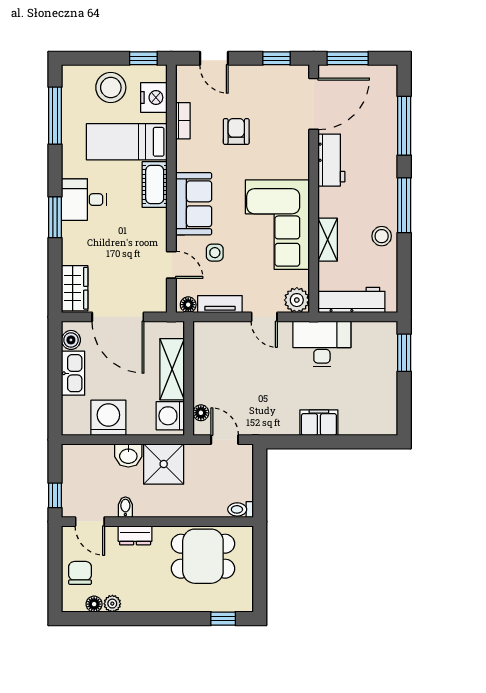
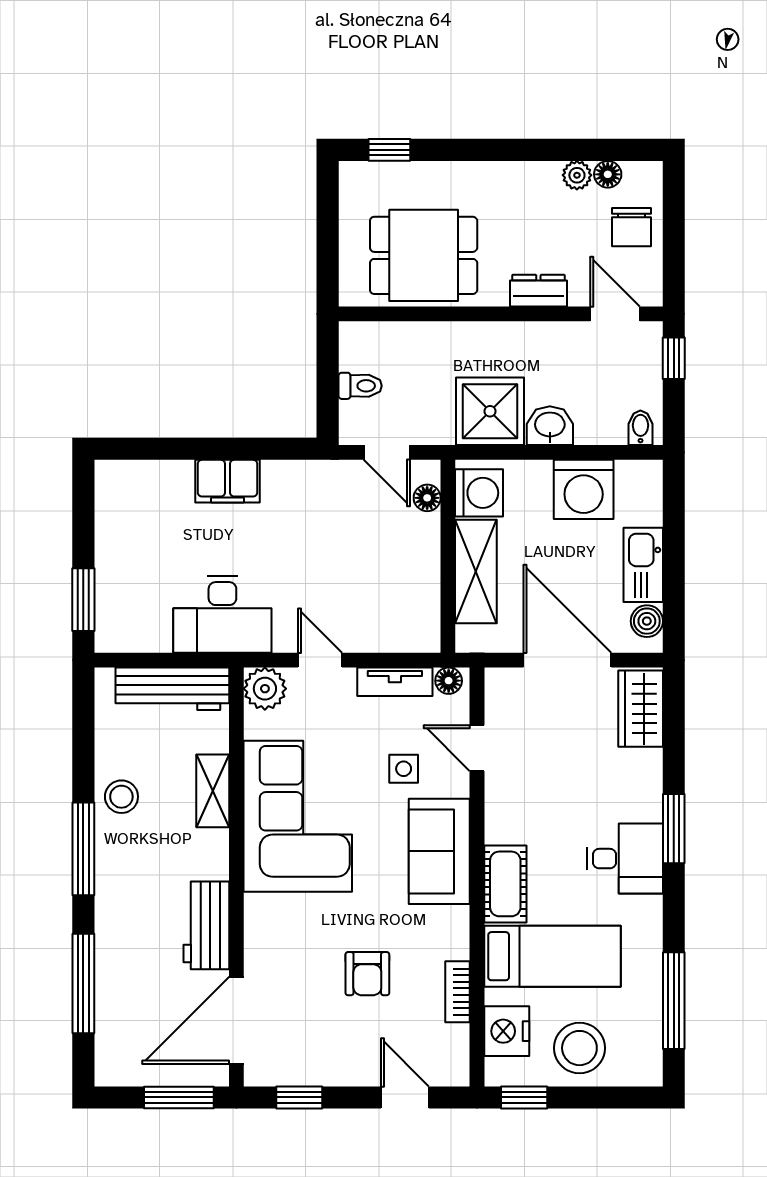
bidet: (125, 507) -> (640, 428), moved, turned 180
toilet: (241, 509) -> (360, 386), moved

